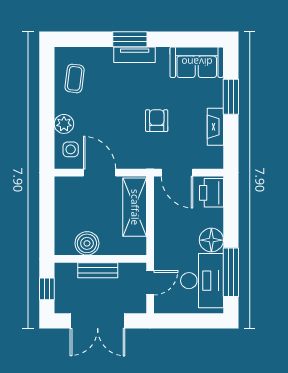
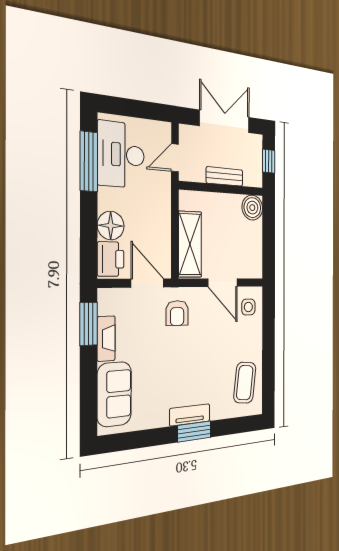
sofa: (197, 62) -> (114, 394), moved, turned 90
coffee table: (75, 78) -> (245, 383), width x1.36, depth x1.30
window: (231, 97) -> (89, 324), moved
armchair: (157, 121) -> (177, 313), moved
plant: (64, 124) -> (254, 334), removed
floor lamp: (211, 240) -> (111, 226), moved
boiler: (87, 243) -> (252, 208), moved

